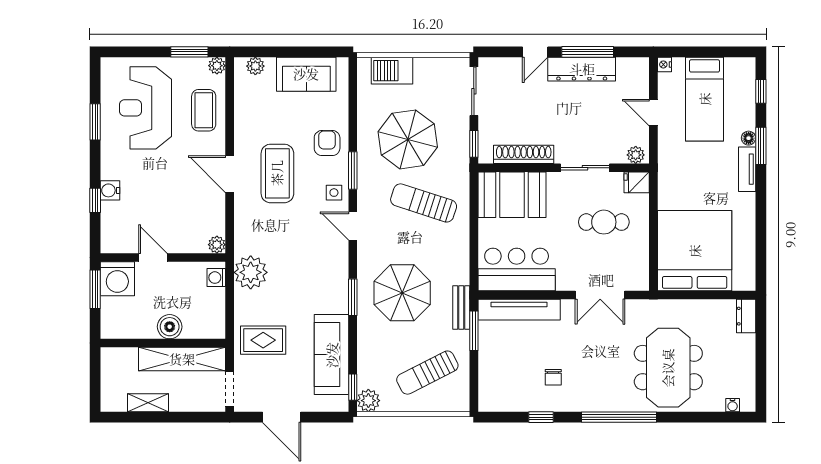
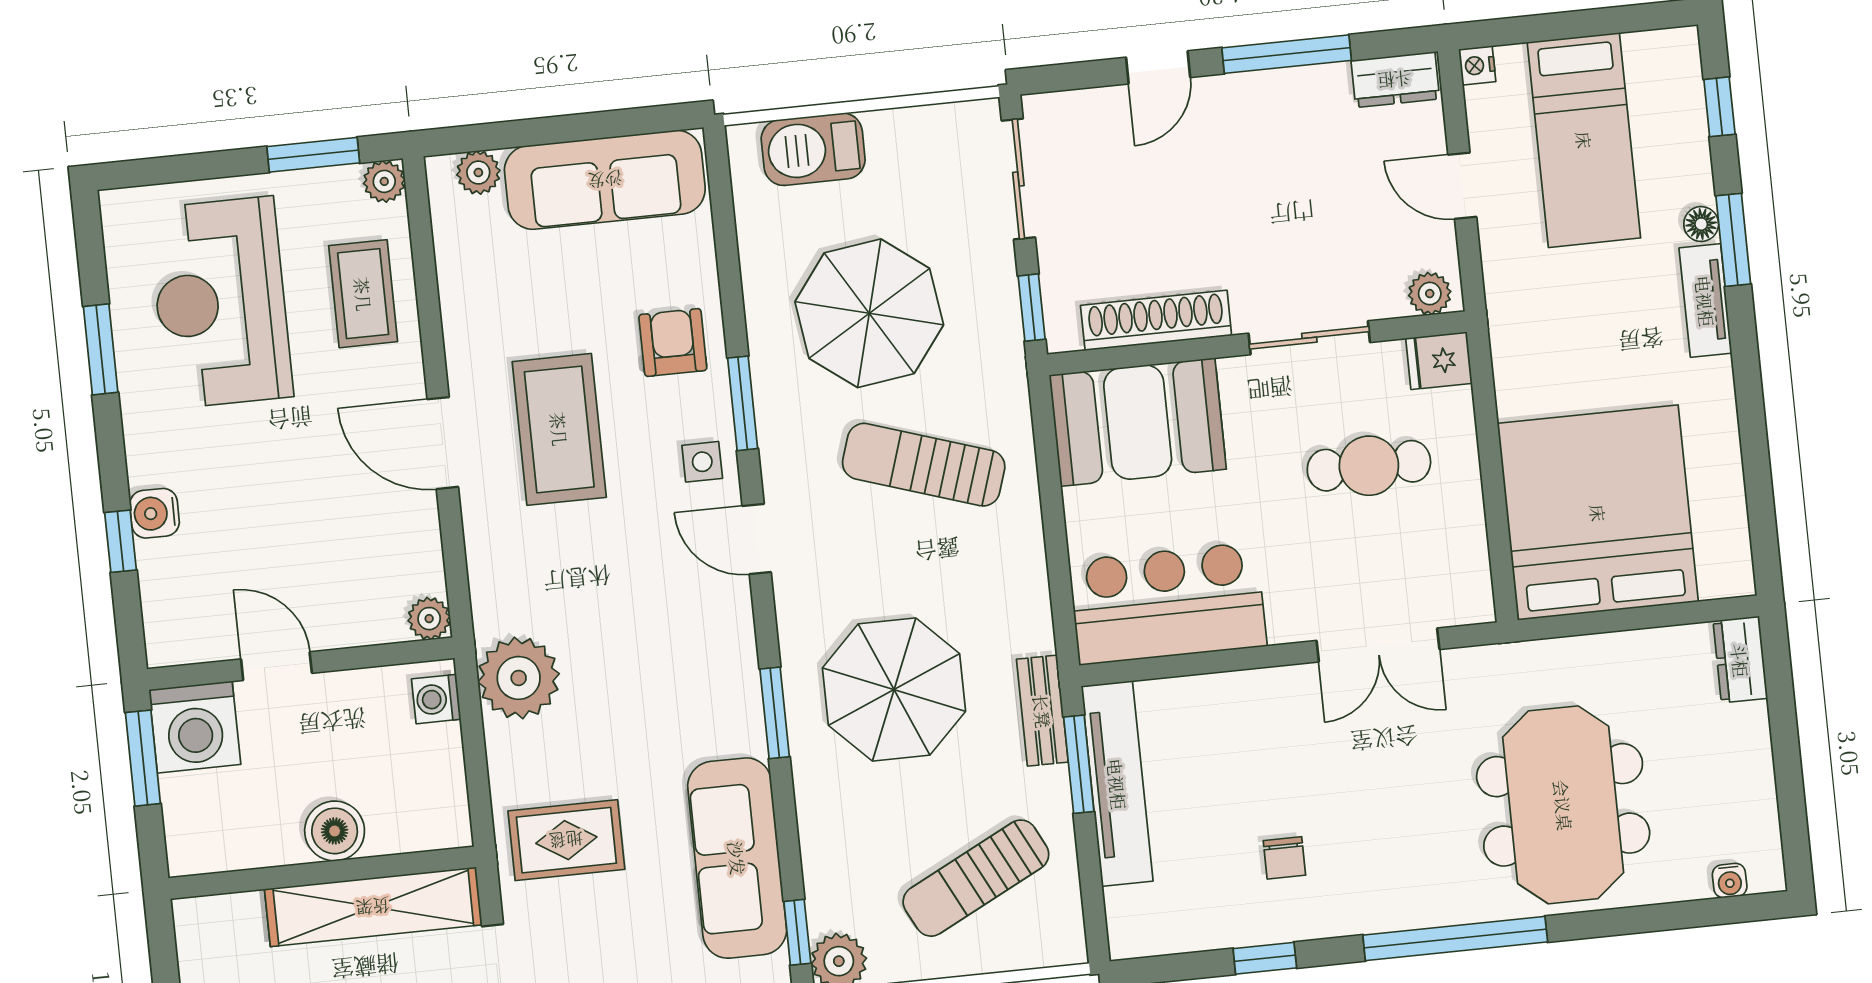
dresser: (582, 69) -> (1395, 80), moved, width x0.51, depth x0.80
sofa: (306, 74) -> (605, 180), width x1.36
tv unit: (519, 310) -> (1117, 784), moved, turned -90

